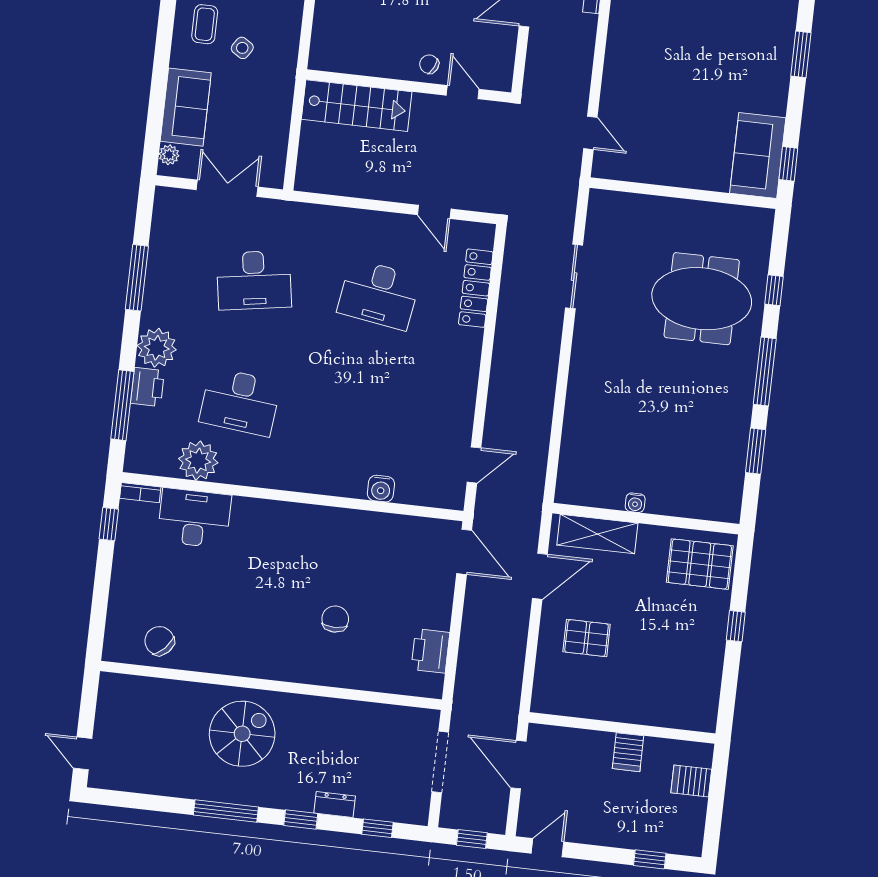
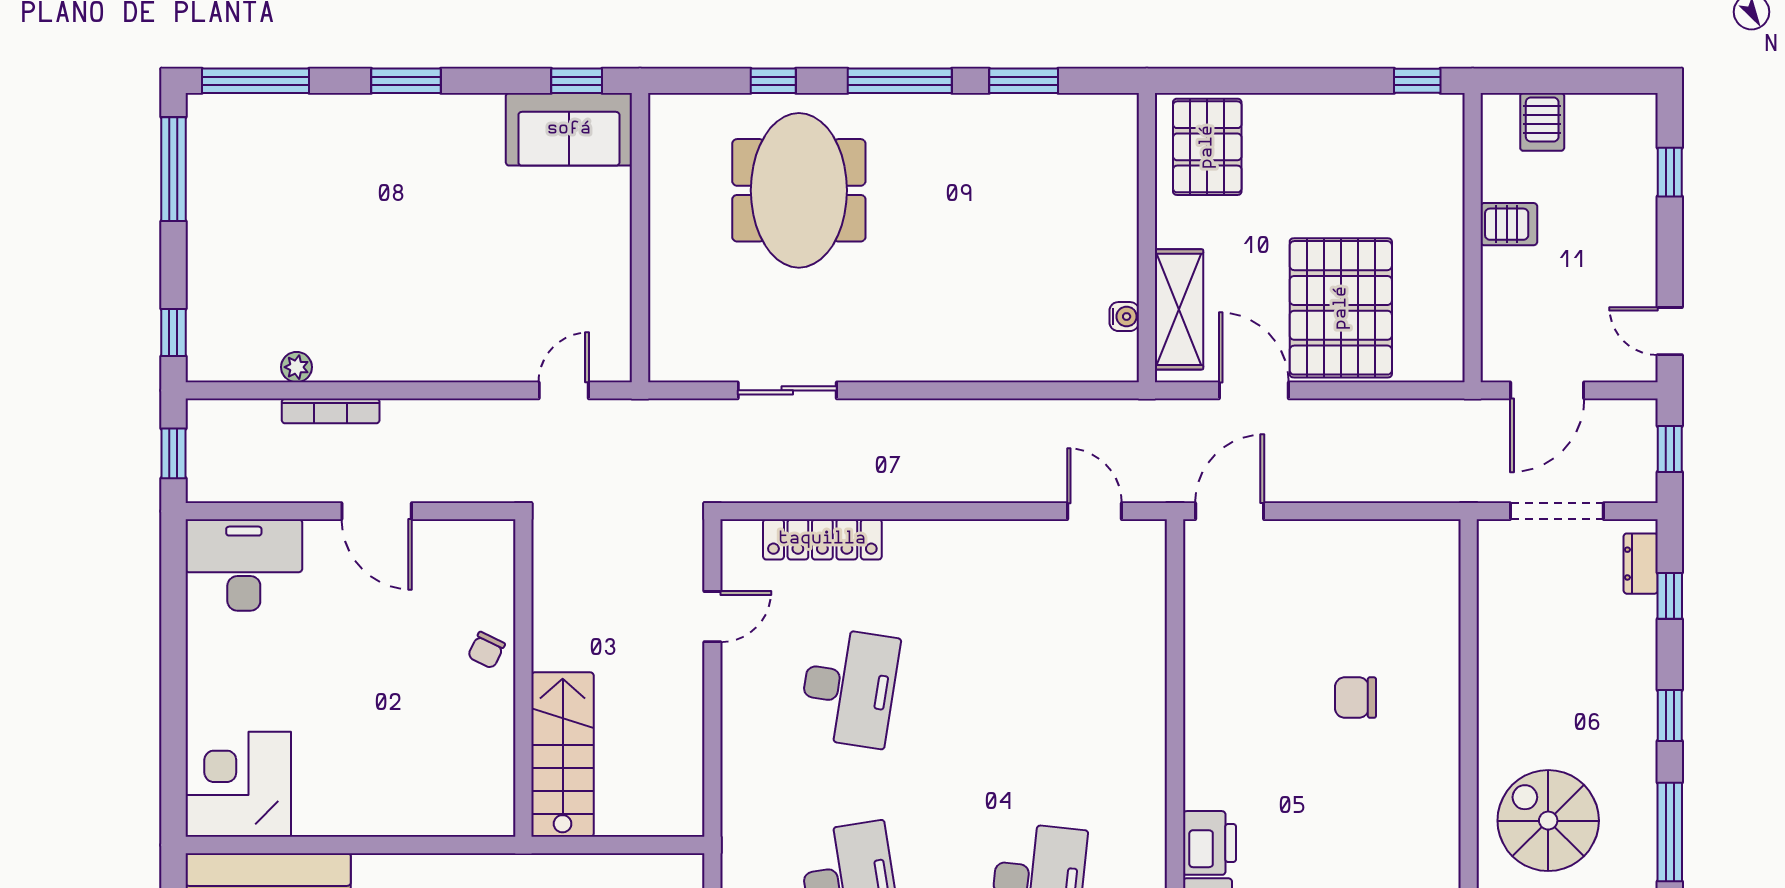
door: (463, 92) -> (523, 594), removed
water cooler: (381, 489) -> (1147, 650), removed
water cooler: (635, 503) -> (1124, 317), moved
window: (736, 626) -> (1417, 81), moved
pallet: (587, 638) -> (1341, 308), width x2.05, depth x2.00
printer: (430, 651) -> (1210, 843), moved, turned -90
dresser: (335, 804) -> (1641, 564), moved

